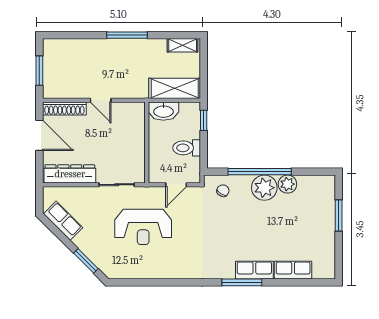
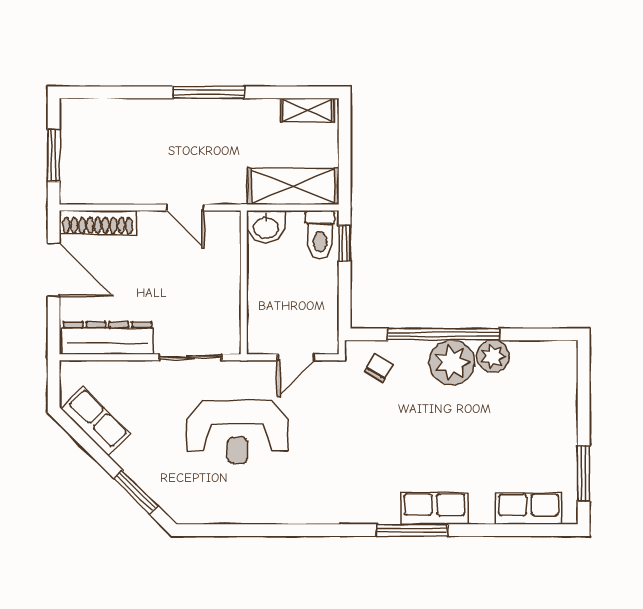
door: (101, 100) -> (185, 208), moved
washbasin: (163, 111) -> (266, 227), width x0.72
toilet: (187, 148) -> (320, 235), moved, turned -90
window: (339, 216) -> (584, 473), moved
row of seats: (293, 270) -> (529, 509), moved

